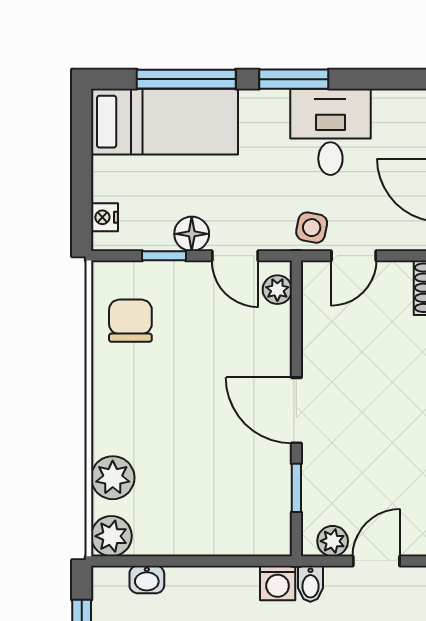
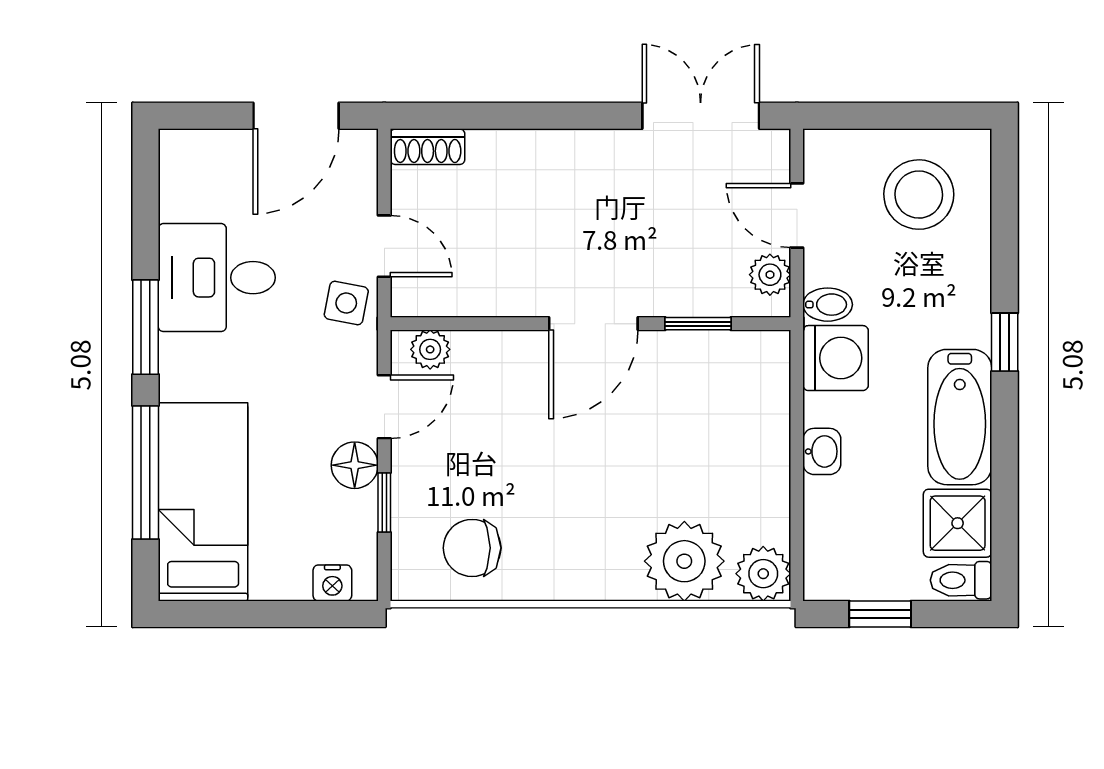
plant: (113, 478) -> (684, 561), width x1.36, depth x1.36
washbasin: (147, 579) -> (822, 451), moved
washing machine: (278, 583) -> (836, 358), width x1.38, depth x1.38

